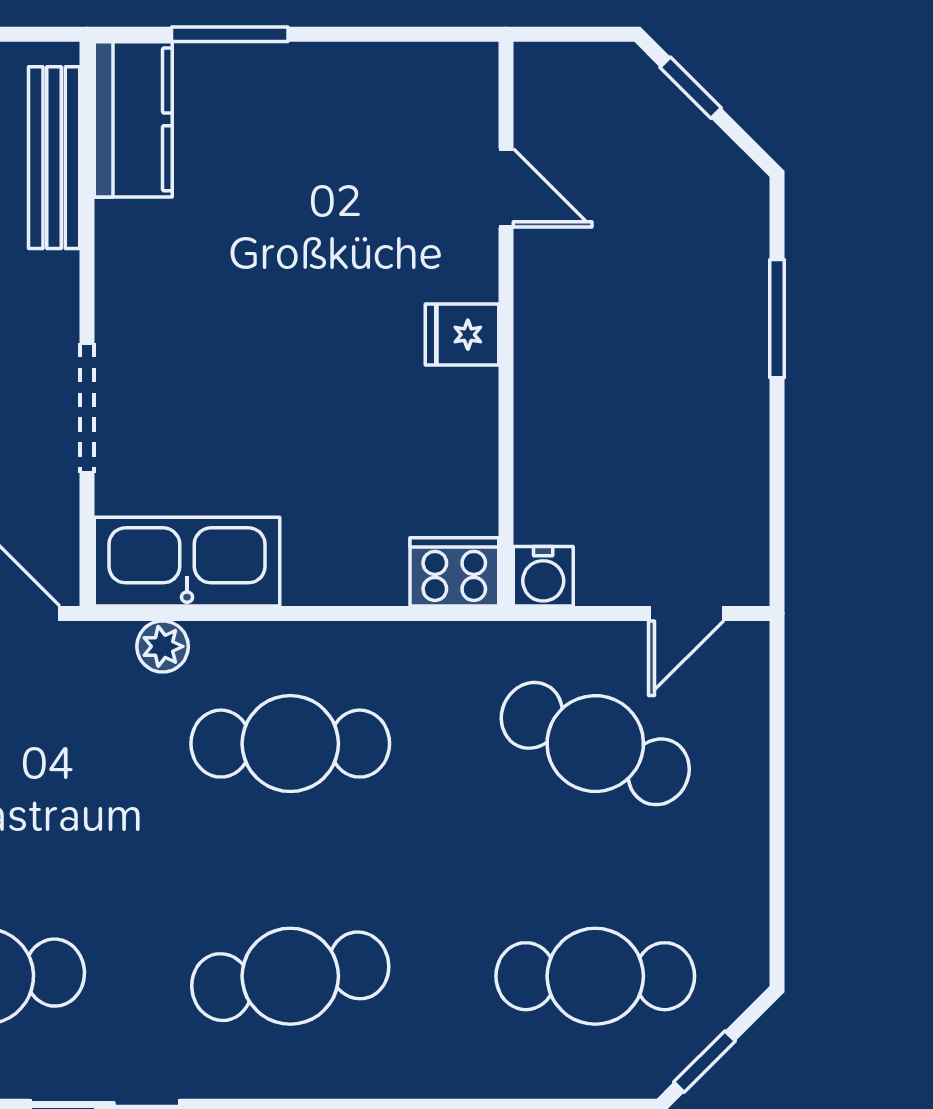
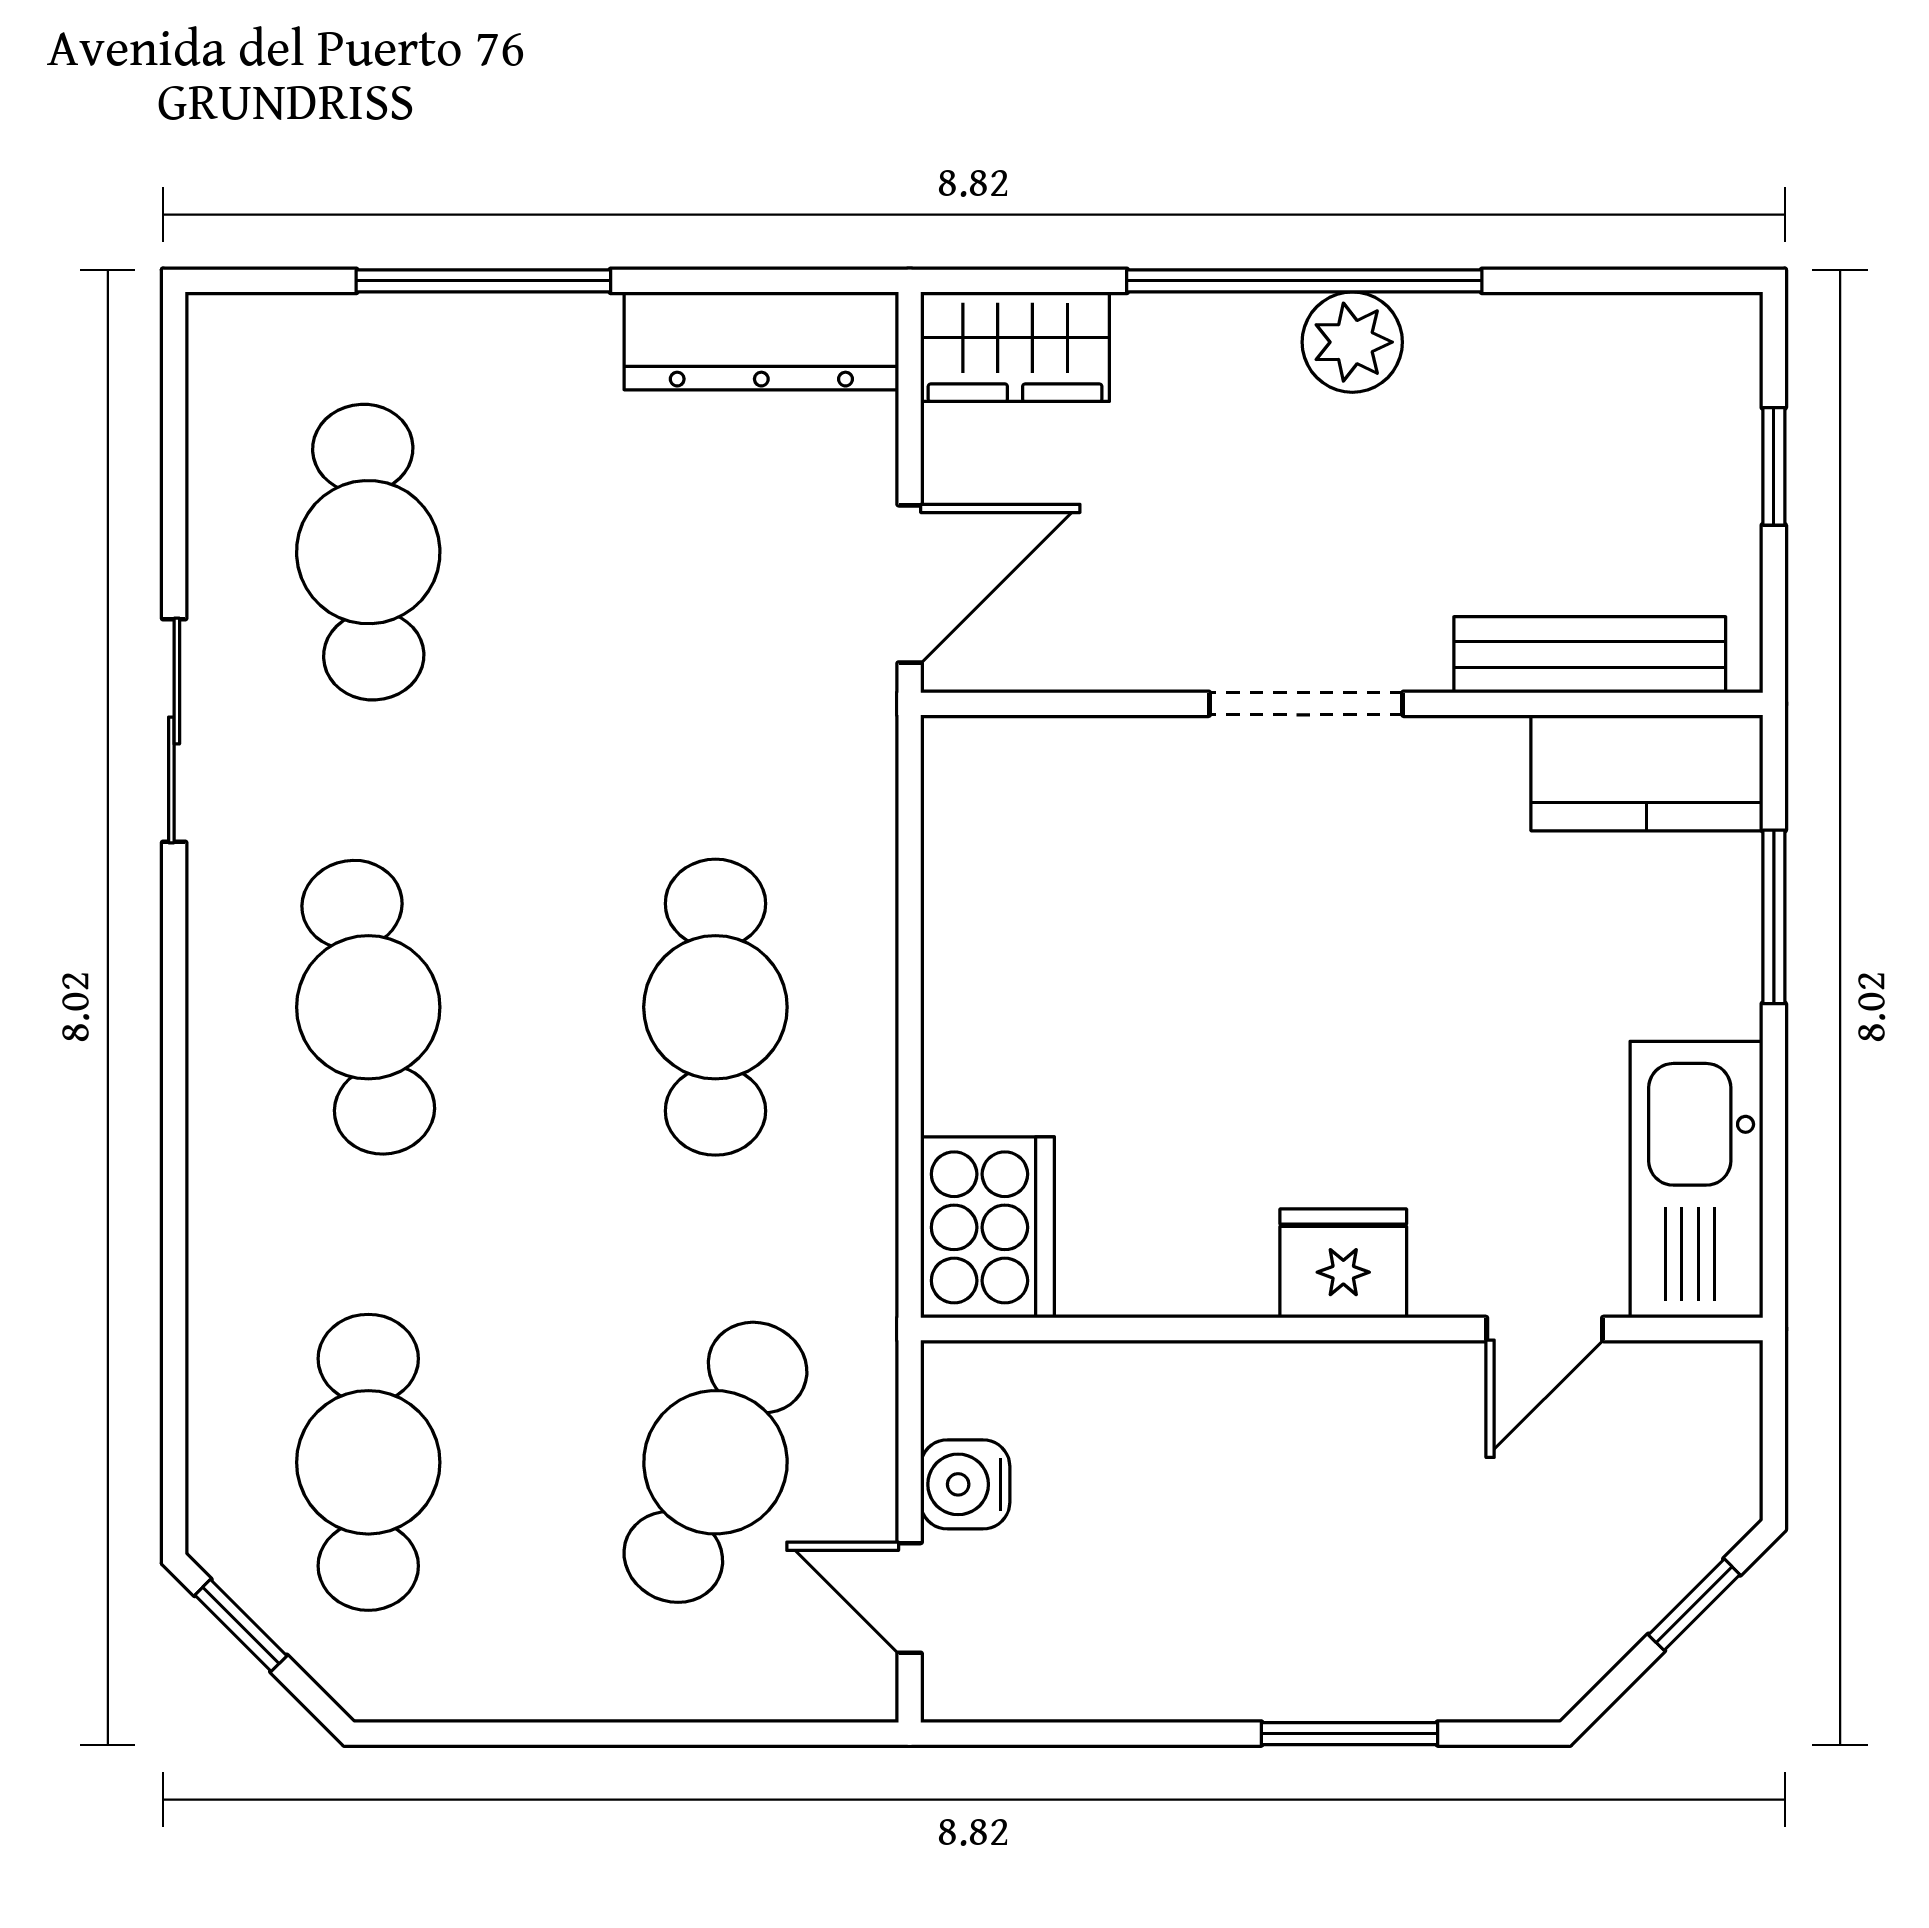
fridge: (462, 335) -> (1343, 1263), width x1.38
doorway: (87, 408) -> (1306, 704), moved
kitchen sink: (187, 562) -> (1696, 1180), moved, turned 180
cooker: (454, 572) -> (987, 1227), width x1.37, depth x1.31
water cooler: (543, 576) -> (965, 1484), moved
plant: (163, 646) -> (860, 817), removed

